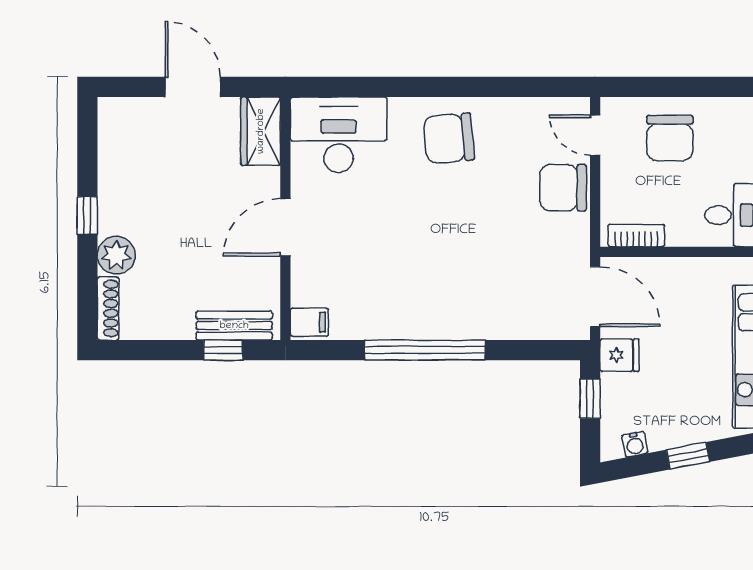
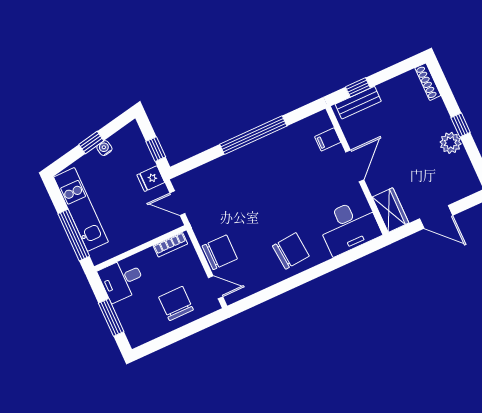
plant: (116, 255) -> (451, 143), moved
door: (595, 297) -> (177, 203), width x0.73
filing cabinet: (309, 322) -> (328, 139), moved
water cooler: (635, 444) -> (104, 148), moved

